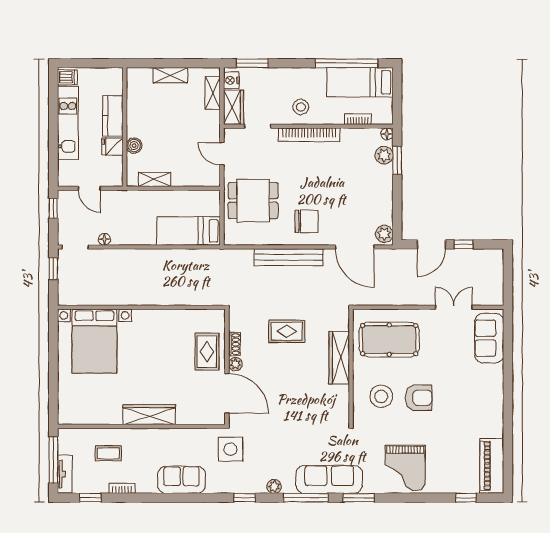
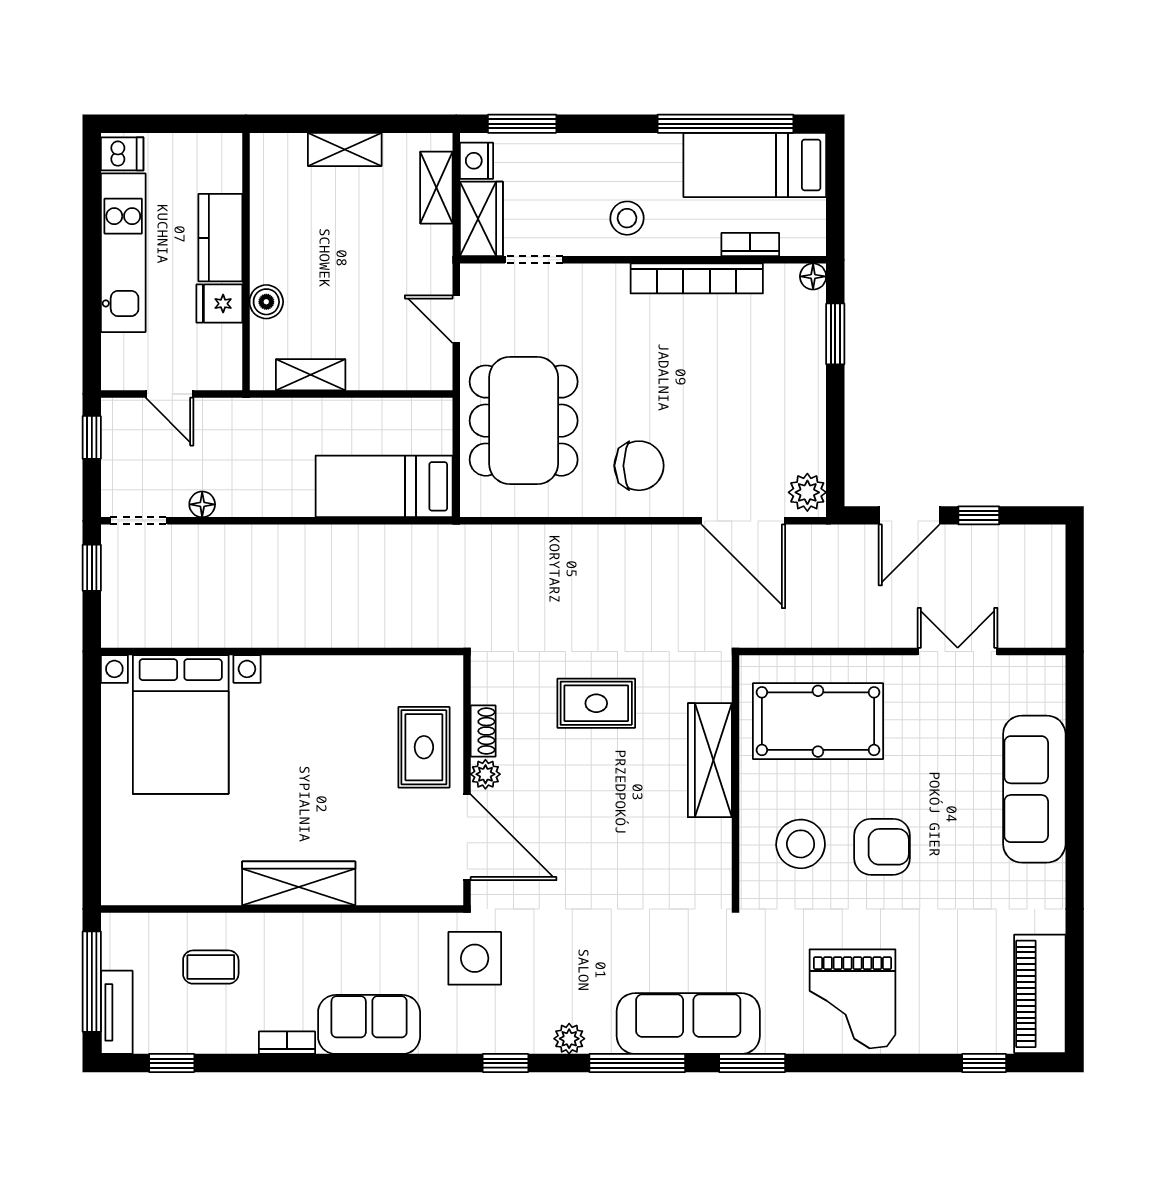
bookcase: (309, 135) -> (697, 278), moved
plant: (384, 155) -> (807, 322), removed
dining table: (253, 201) -> (524, 421), width x1.37
bench: (289, 257) -> (601, 543), removed
sofa: (489, 338) -> (1034, 789), moved, width x1.36
bookcase: (122, 488) -> (287, 1043), moved

